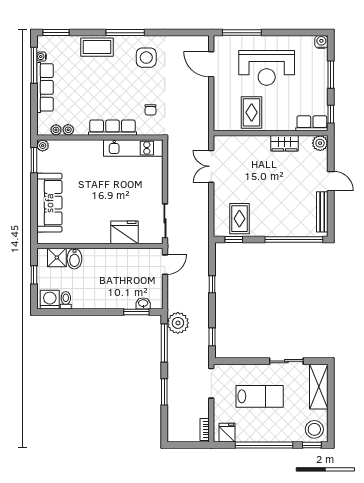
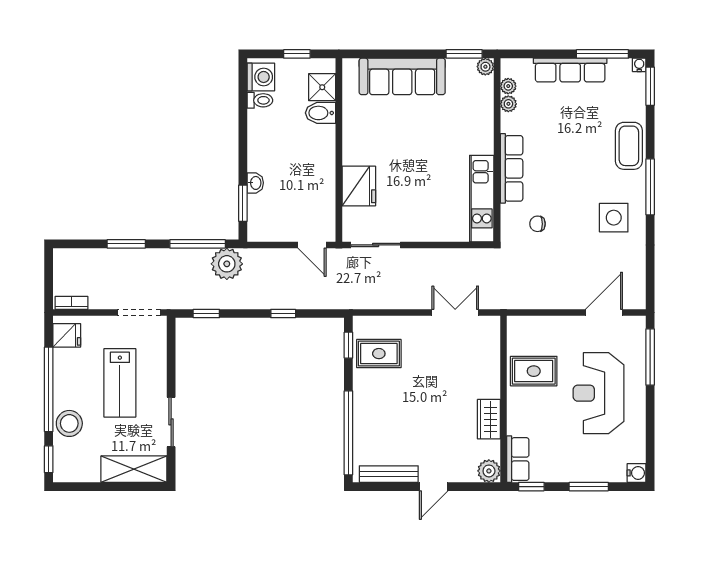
water cooler: (41, 57) -> (639, 65), moved
washbasin: (143, 303) -> (255, 183), moved
stool: (314, 429) -> (69, 423), moved

